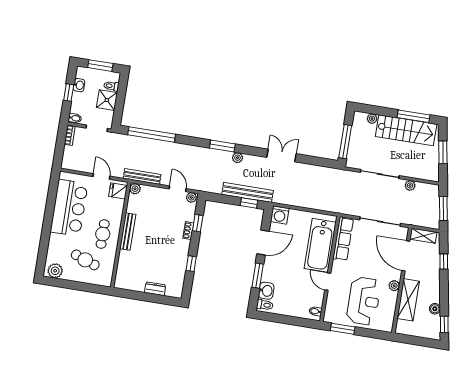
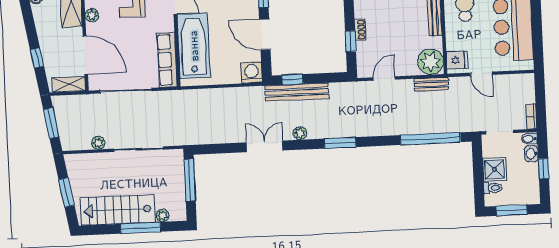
washbasin: (79, 85) -> (531, 154), moved
window: (413, 116) -> (141, 228), moved
double door: (281, 156) -> (265, 146), swing flipped
plant: (237, 158) -> (300, 133), moved
bench: (142, 176) -> (431, 84), width x0.73
plant: (135, 189) -> (430, 62), width x1.87, depth x1.87
door: (178, 189) -> (384, 78), swing flipped
plant: (191, 197) -> (365, 71), removed
door: (263, 242) -> (265, 34), hinge flipped

